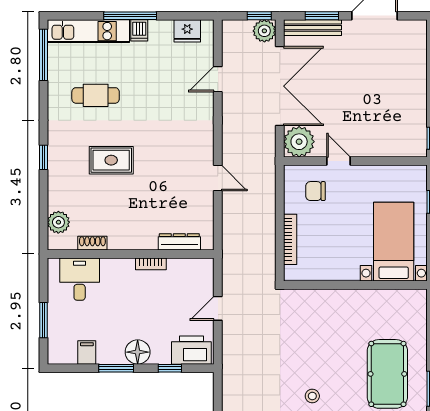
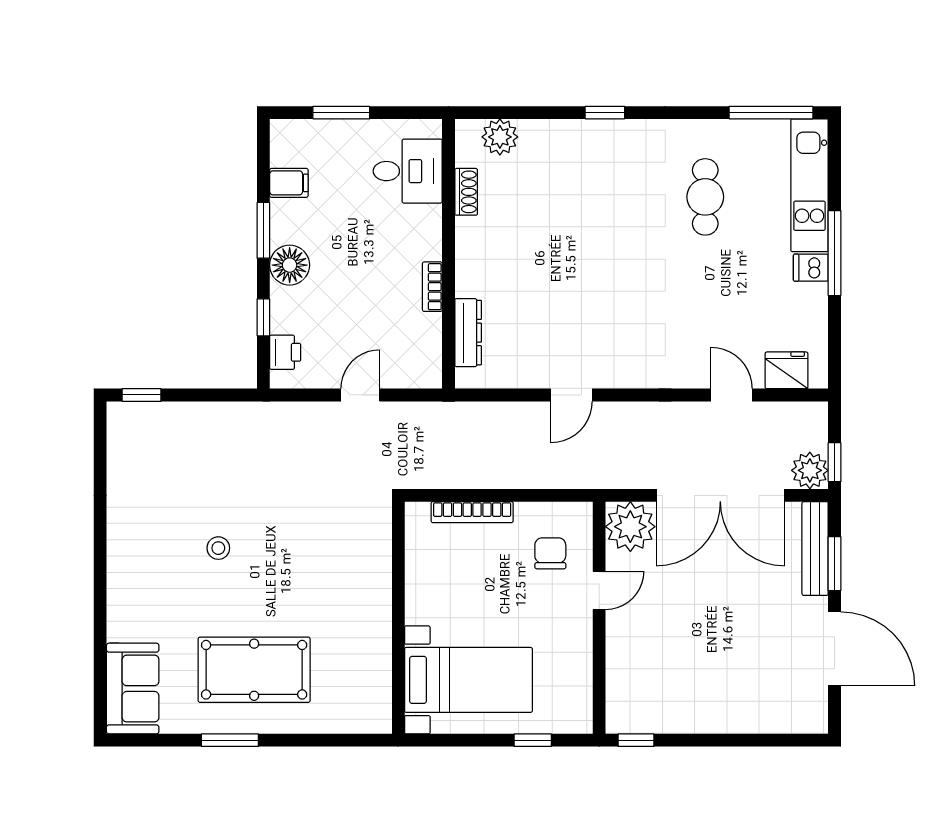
fridge: (187, 31) -> (786, 370), moved, turned 90
rug: (111, 160) -> (600, 222), removed
door: (218, 308) -> (360, 395), hinge flipped
printer: (191, 350) -> (285, 352), width x0.53, depth x0.68

